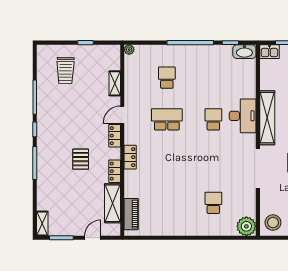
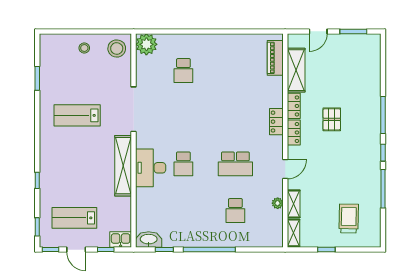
plant: (129, 50) -> (278, 203), moved
locker: (115, 136) -> (294, 132), moved
shelving: (42, 224) -> (294, 233), moved

